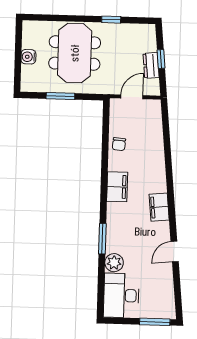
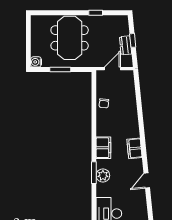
water cooler: (28, 57) -> (36, 62), moved
filing cabinet: (117, 187) -> (103, 148), moved
plant: (114, 263) -> (103, 175), moved

